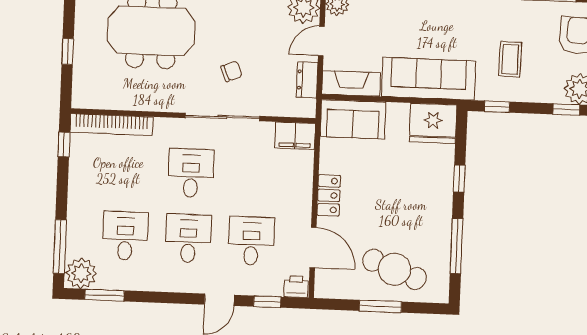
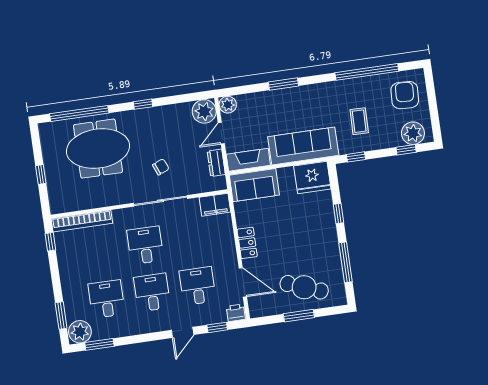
window: (60, 247) -> (61, 315), width x0.69

